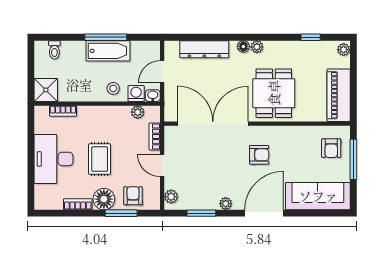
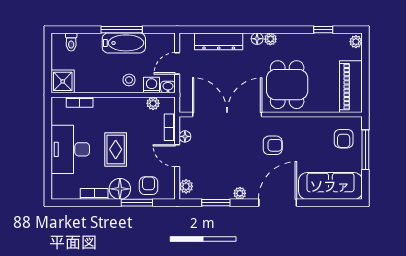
floor lamp: (170, 146) -> (185, 136), added

